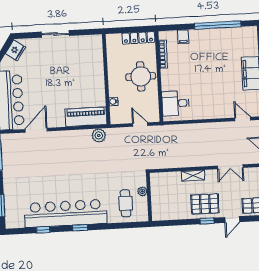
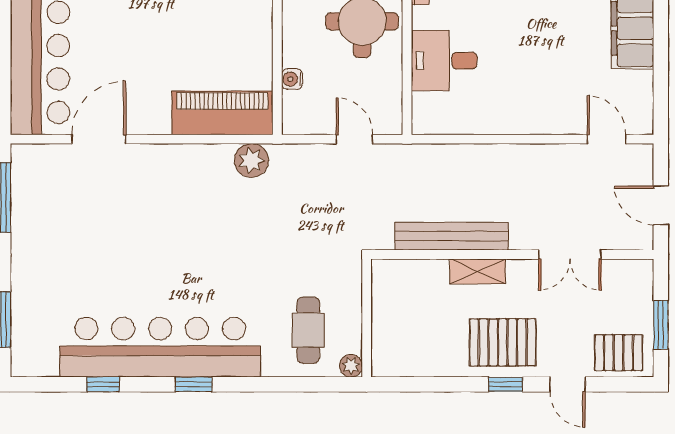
desk: (176, 103) -> (444, 61), moved
bench: (182, 162) -> (452, 236), added
plant: (142, 191) -> (351, 366), moved
door: (232, 220) -> (567, 384), hinge flipped

